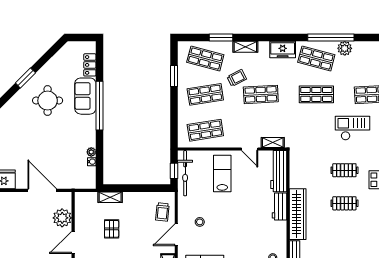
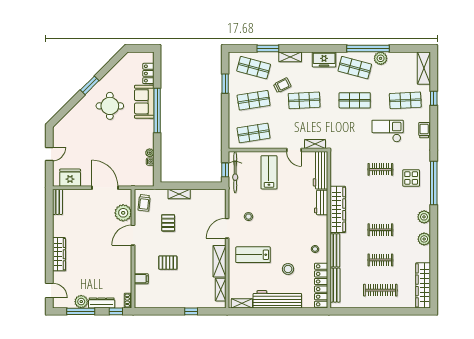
shelving: (110, 197) -> (179, 194), moved
clothes rail: (344, 203) -> (380, 230), moved
trolley: (162, 212) -> (144, 203), moved

